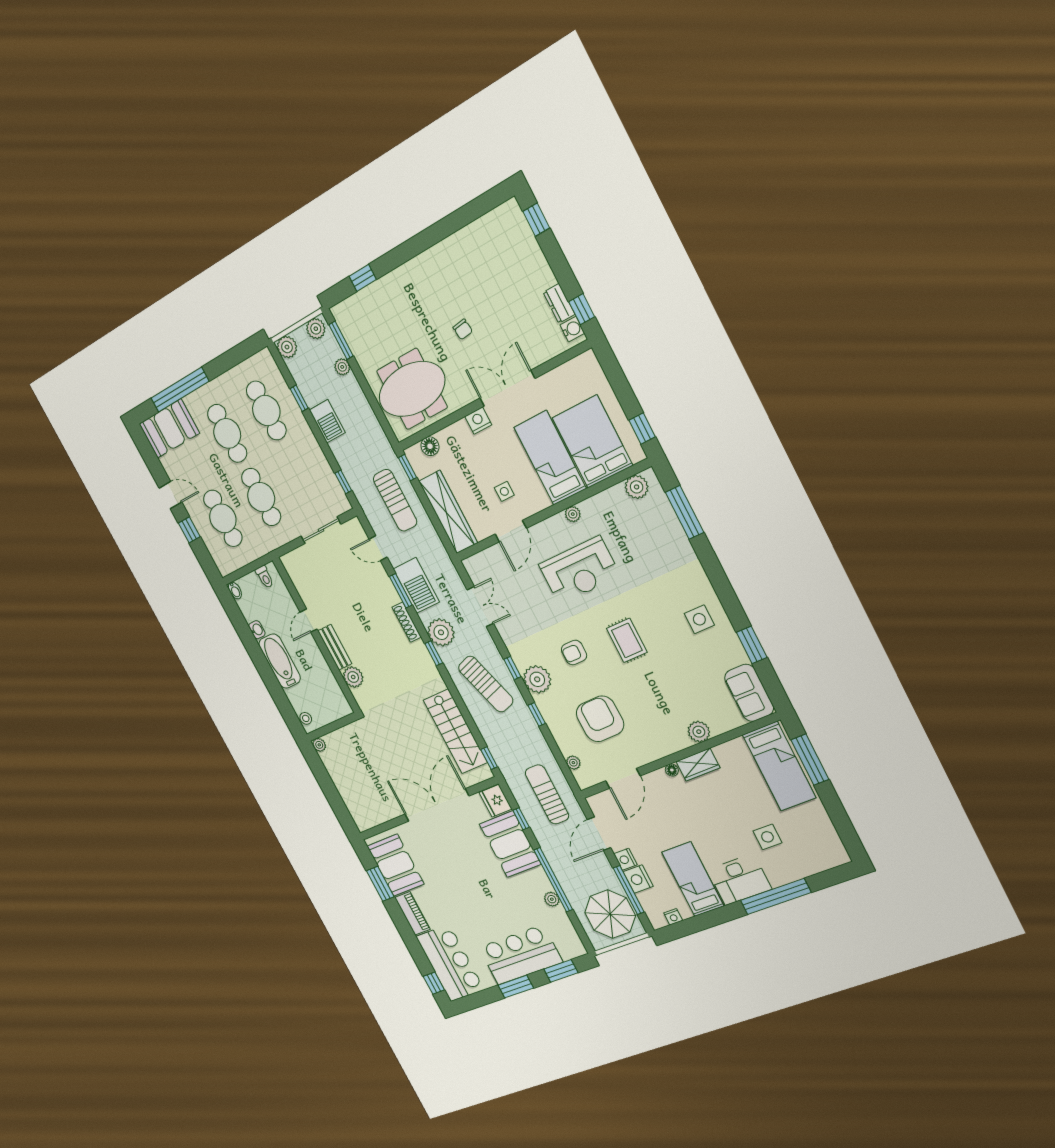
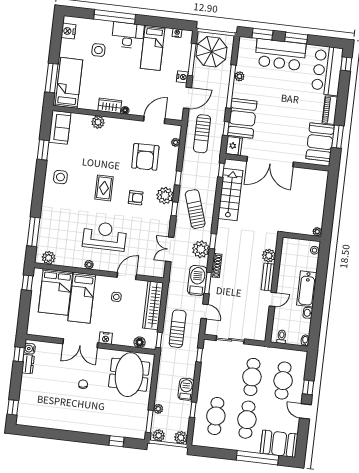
meeting table: (412, 389) -> (129, 375), turned 90
nightstand: (638, 879) -> (68, 31), moved, turned 180

